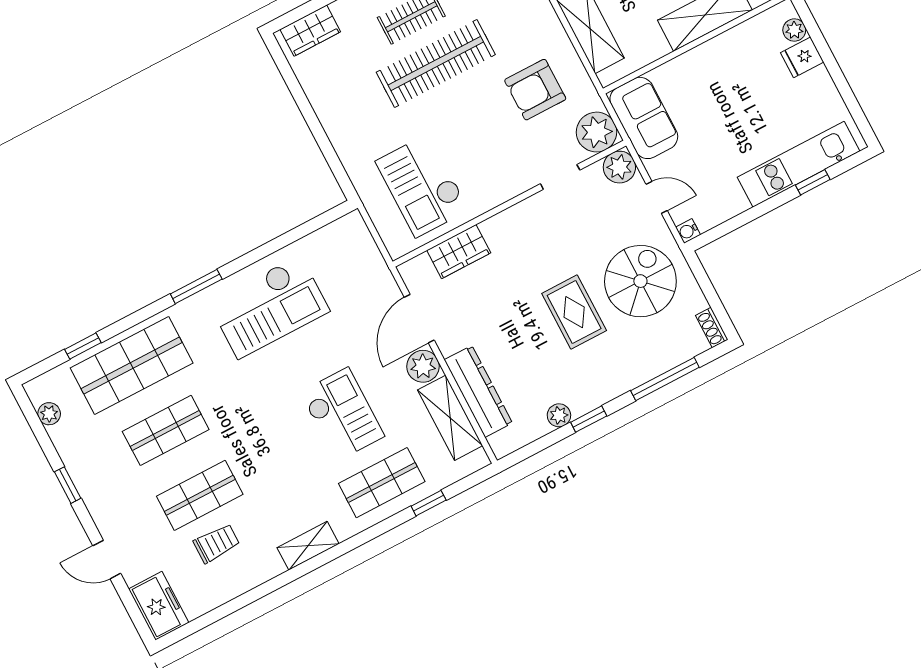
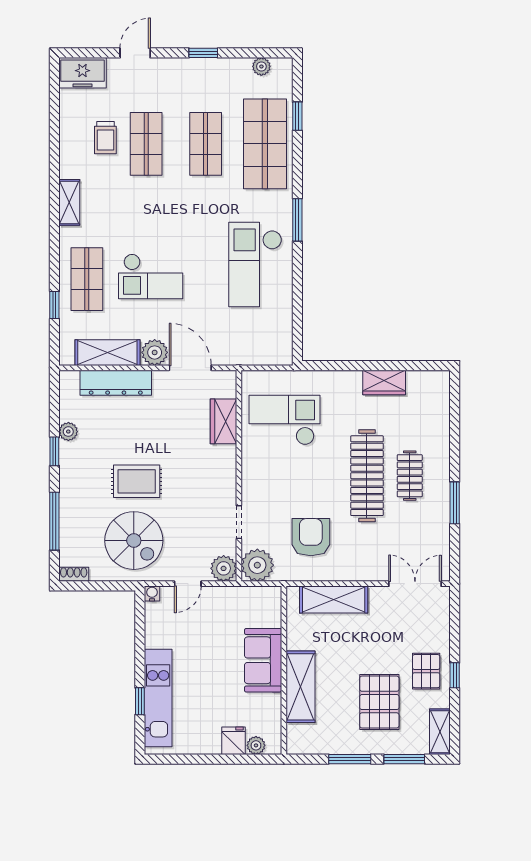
wardrobe: (310, 31) -> (384, 382), moved, turned -90
sofa: (644, 118) -> (263, 660), moved, turned 90

